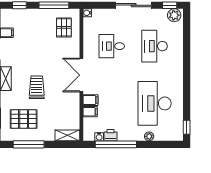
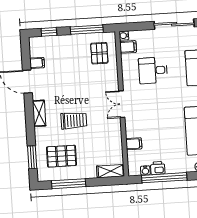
double door: (81, 75) -> (122, 104), width x0.73
trolley: (37, 87) -> (74, 121), turned 90
filing cabinet: (90, 100) -> (128, 47), moved

